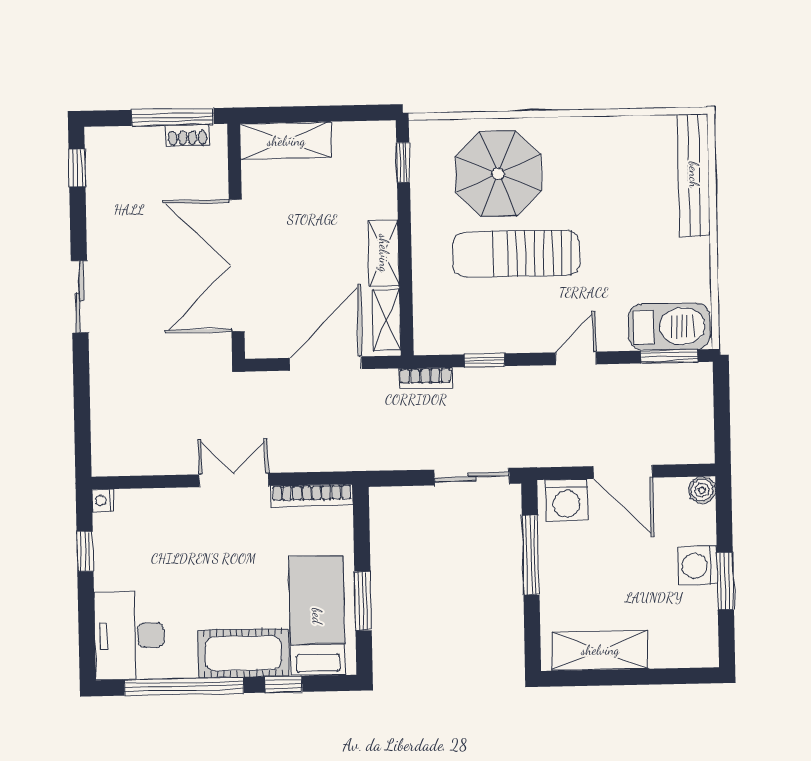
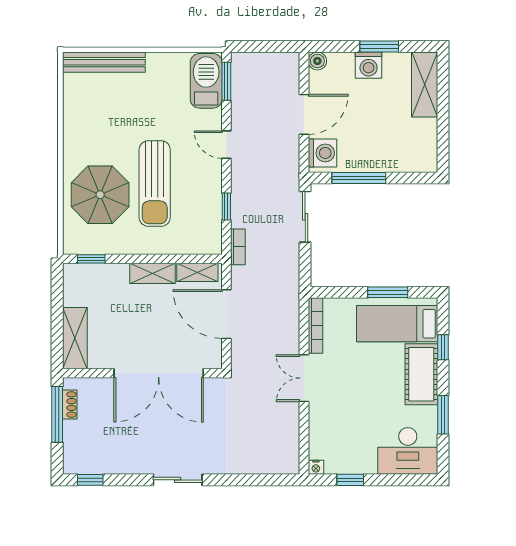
shelving: (600, 650) -> (425, 84), moved
window: (184, 686) -> (443, 415), width x0.47

